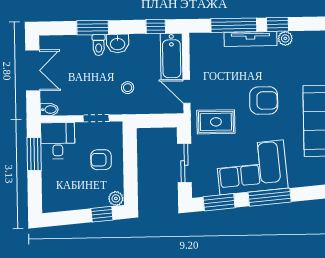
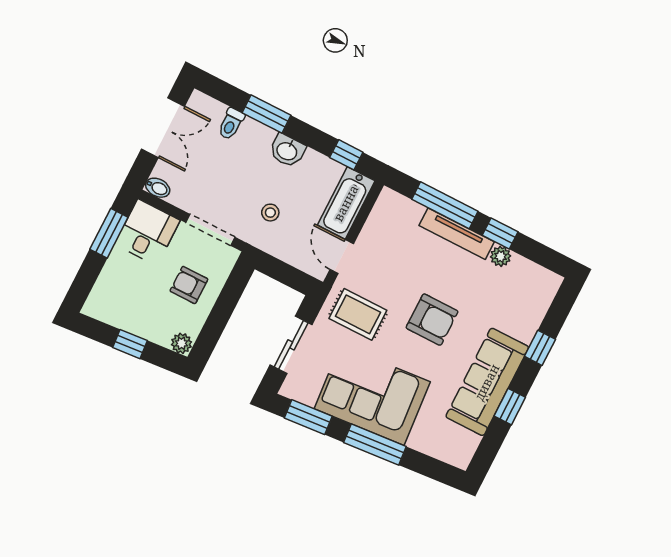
toilet: (99, 45) -> (231, 124), moved
doorway: (96, 118) -> (210, 230), width x1.38
window: (102, 214) -> (130, 344), moved

